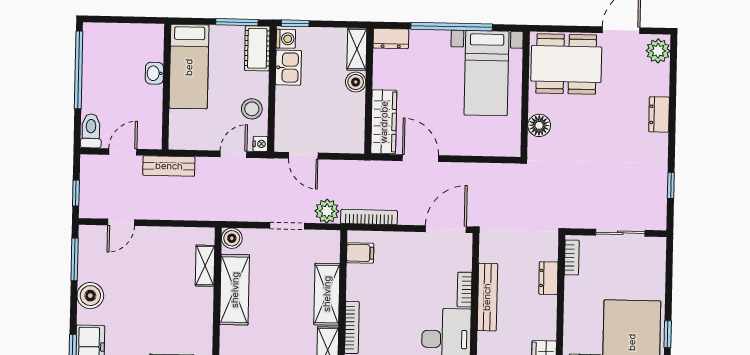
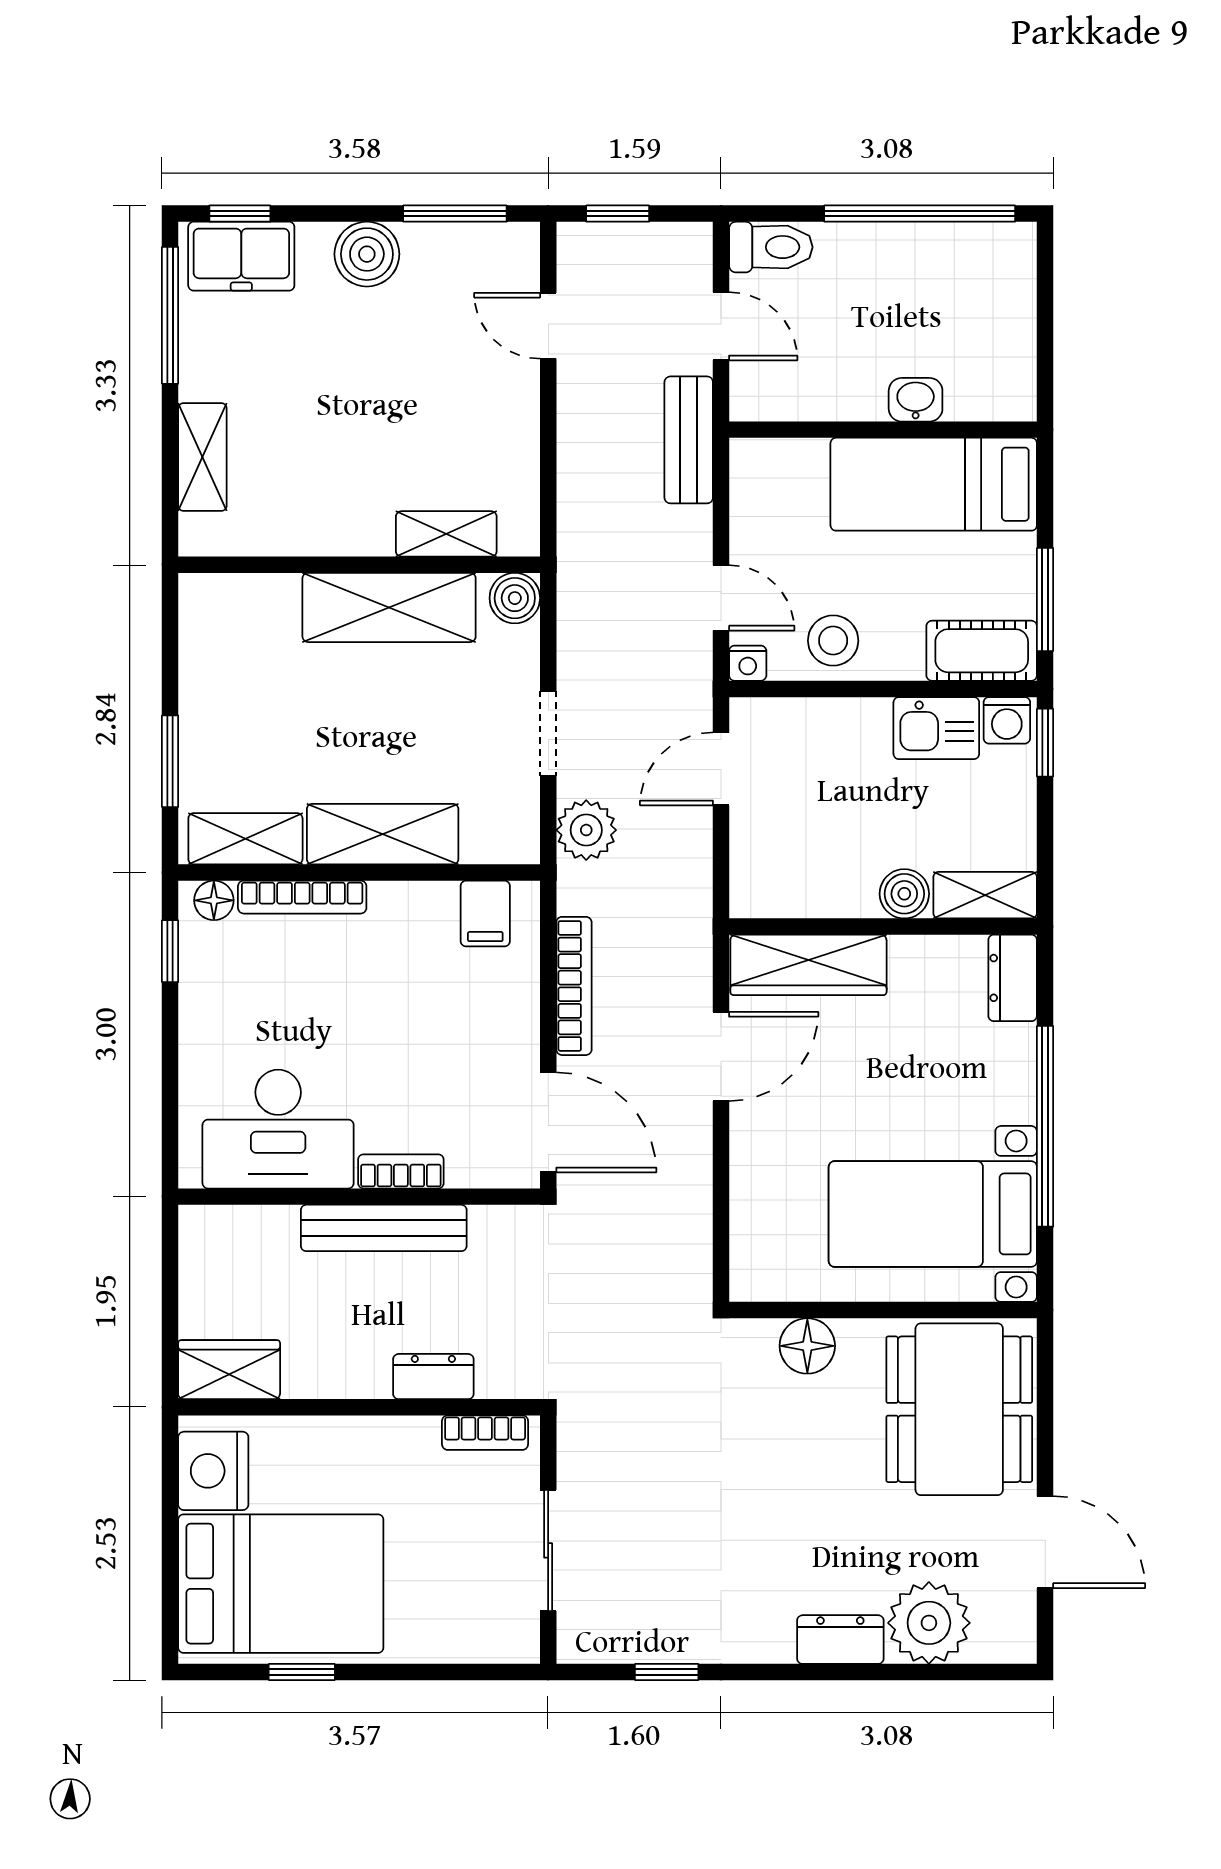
plant: (658, 51) -> (929, 1623), moved, width x1.36, depth x1.36
bookcase: (369, 217) -> (574, 986), moved

